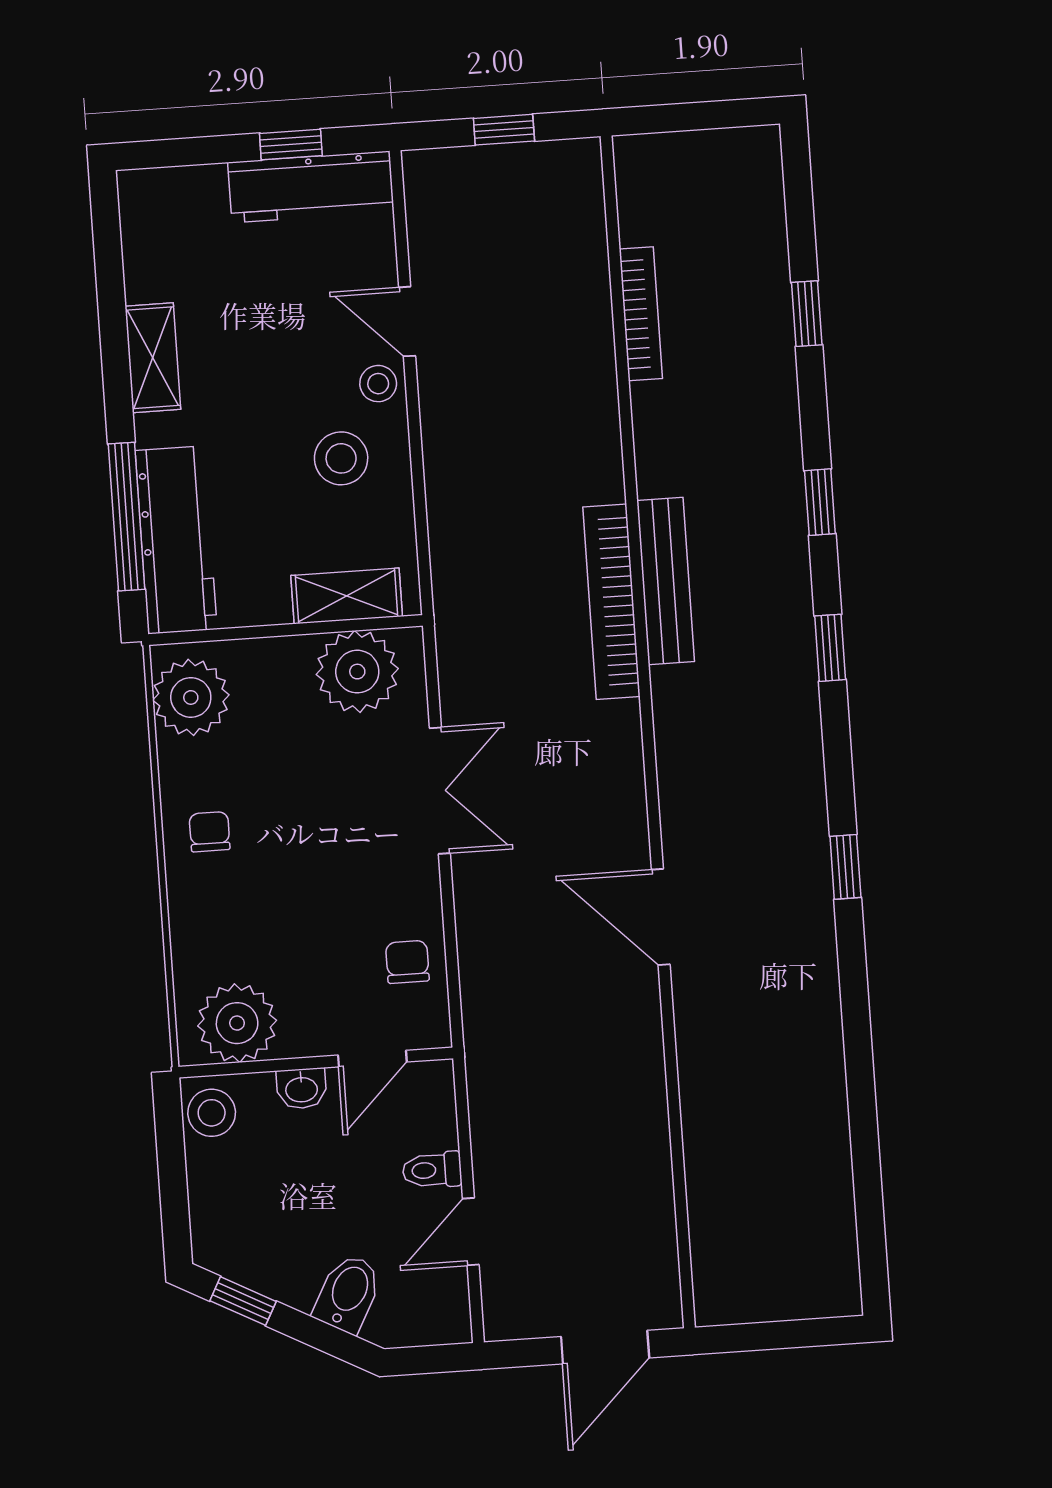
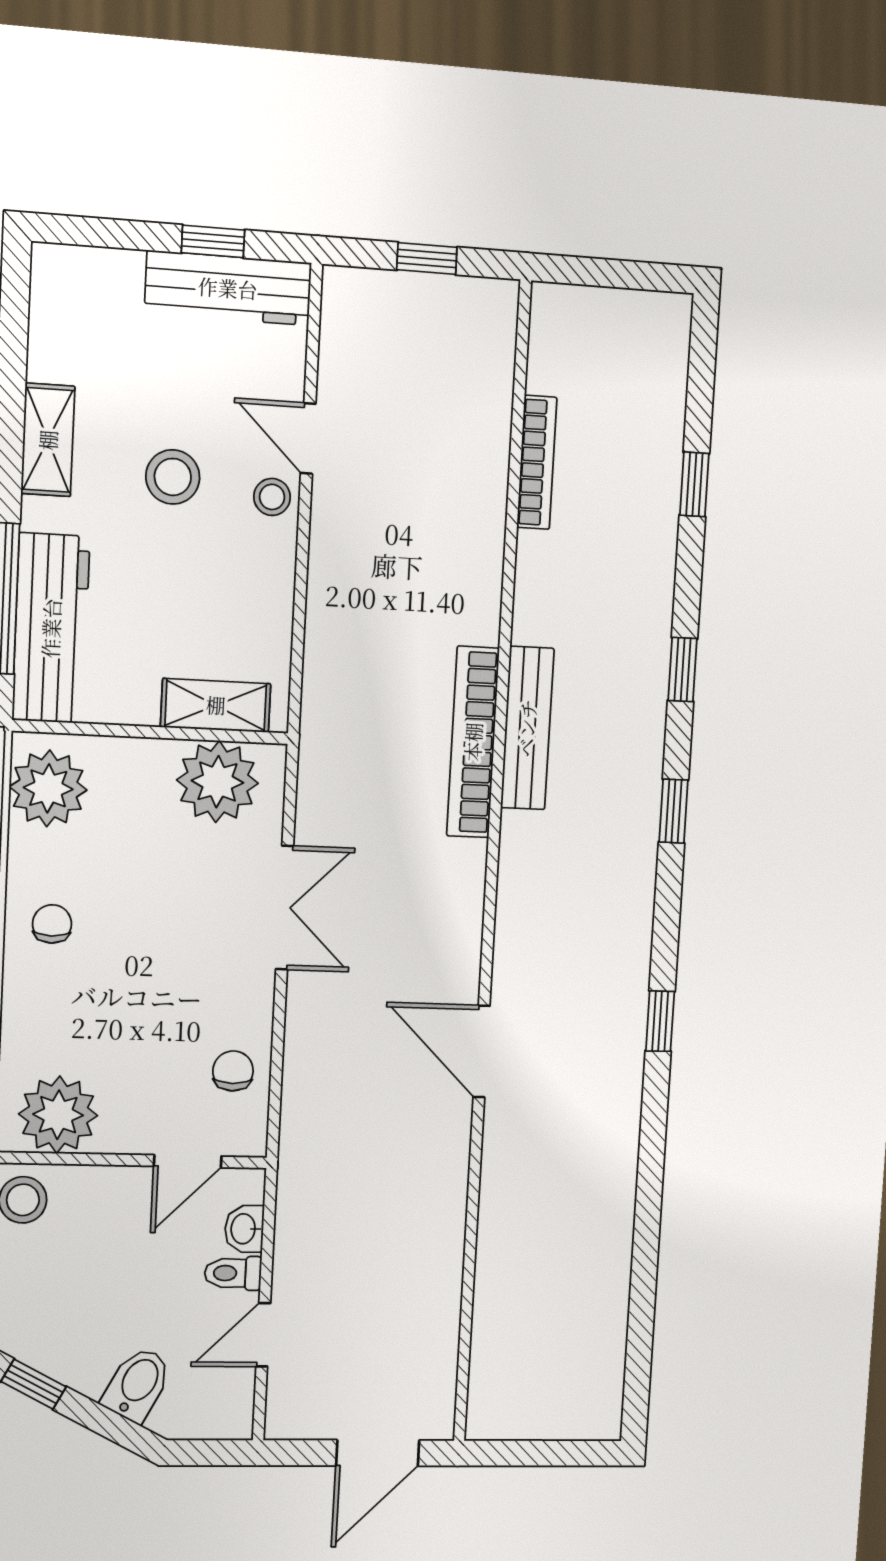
stool: (341, 458) -> (173, 477), moved
washbasin: (301, 1089) -> (244, 1229), moved, turned 90

